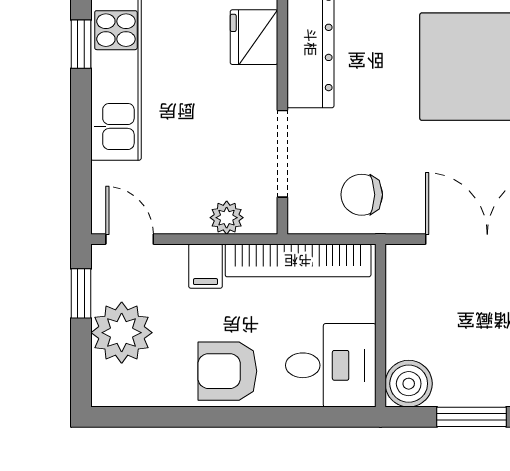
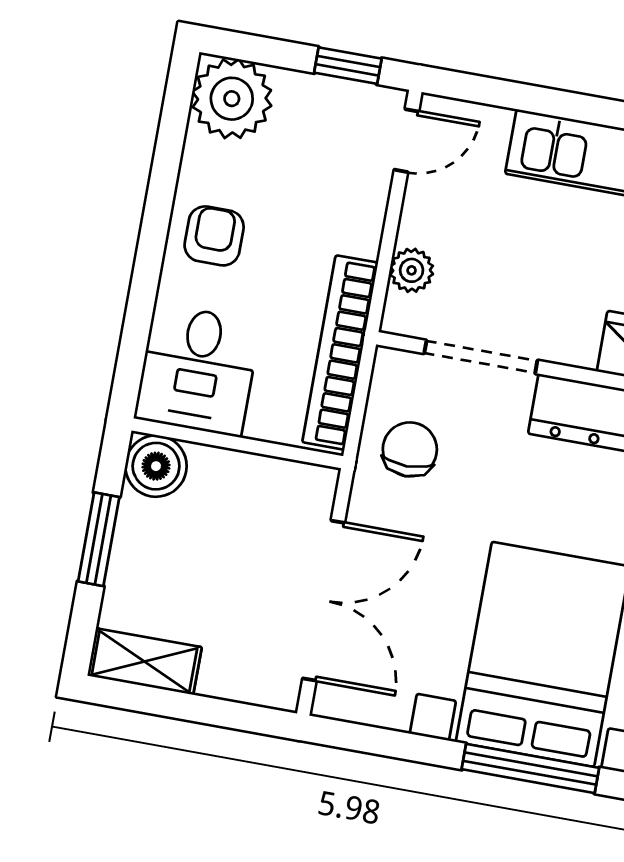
filing cabinet: (206, 266) -> (354, 232), removed
plant: (122, 333) -> (232, 99), moved
armchair: (227, 371) -> (214, 236), width x0.72, depth x0.72

